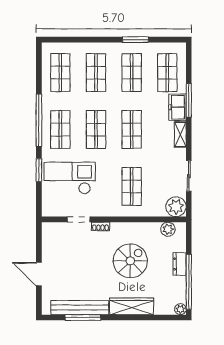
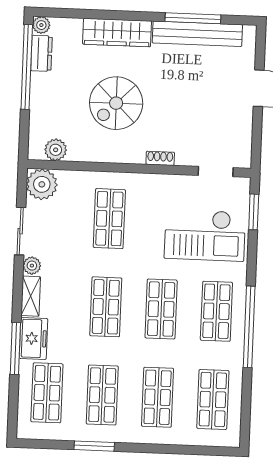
plant: (180, 154) -> (32, 266), added
window: (39, 170) -> (254, 212), moved
doorway: (79, 219) -> (216, 172), moved
dresser: (180, 264) -> (42, 53), moved

